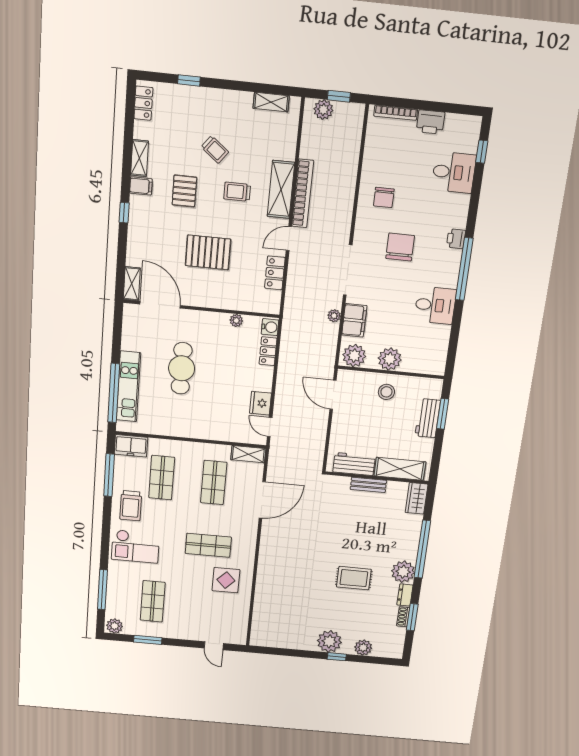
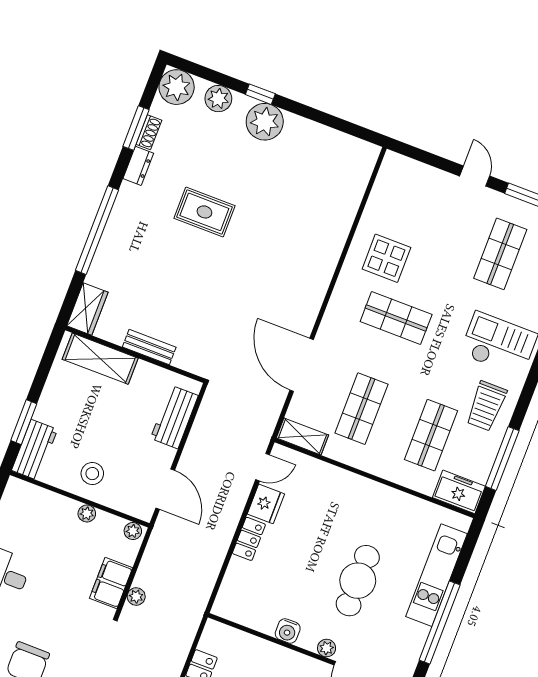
plant: (236, 320) -> (327, 648), moved
water cooler: (270, 327) -> (288, 631), moved, turned -90
locker: (268, 351) -> (249, 539), moved
plant: (354, 356) -> (133, 531), width x0.53, depth x0.53
plant: (390, 359) -> (87, 513), width x0.53, depth x0.53
window: (114, 393) -> (440, 622), moved
workbench: (428, 418) -> (35, 450), moved
door: (270, 427) -> (263, 467), hinge flipped
workbench: (354, 464) -> (174, 417), moved, turned 90
door: (262, 500) -> (302, 365), hinge flipped
trolley: (131, 506) -> (486, 406), turned 180
plant: (403, 572) -> (177, 87), moved
door: (214, 646) -> (475, 176), moved

